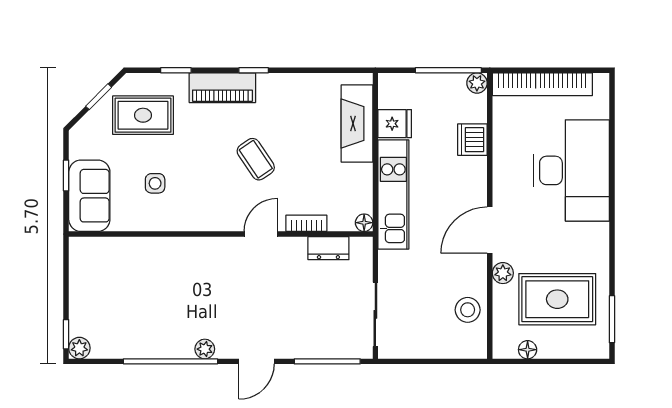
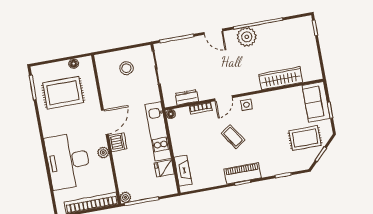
piano: (222, 88) -> (243, 173), moved
rug: (143, 115) -> (305, 138), moved
fireplace: (357, 123) -> (183, 171), width x0.73, depth x0.76
dishwasher: (472, 140) -> (118, 142), moved
side table: (155, 183) -> (246, 105), moved
wardrobe: (147, 252) -> (281, 78), added
plant: (503, 273) -> (103, 153), moved
stool: (468, 310) -> (126, 68), moved
plant: (79, 348) -> (307, 22), removed
plant: (205, 349) -> (247, 37), width x1.88, depth x1.88
door: (257, 361) -> (213, 32), swing flipped

